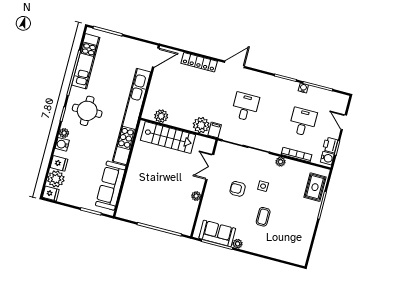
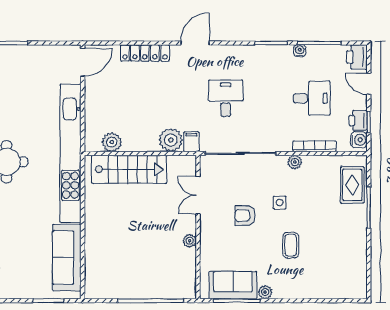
printer: (341, 102) -> (357, 57), added
desk: (303, 122) -> (312, 98), turned 90

